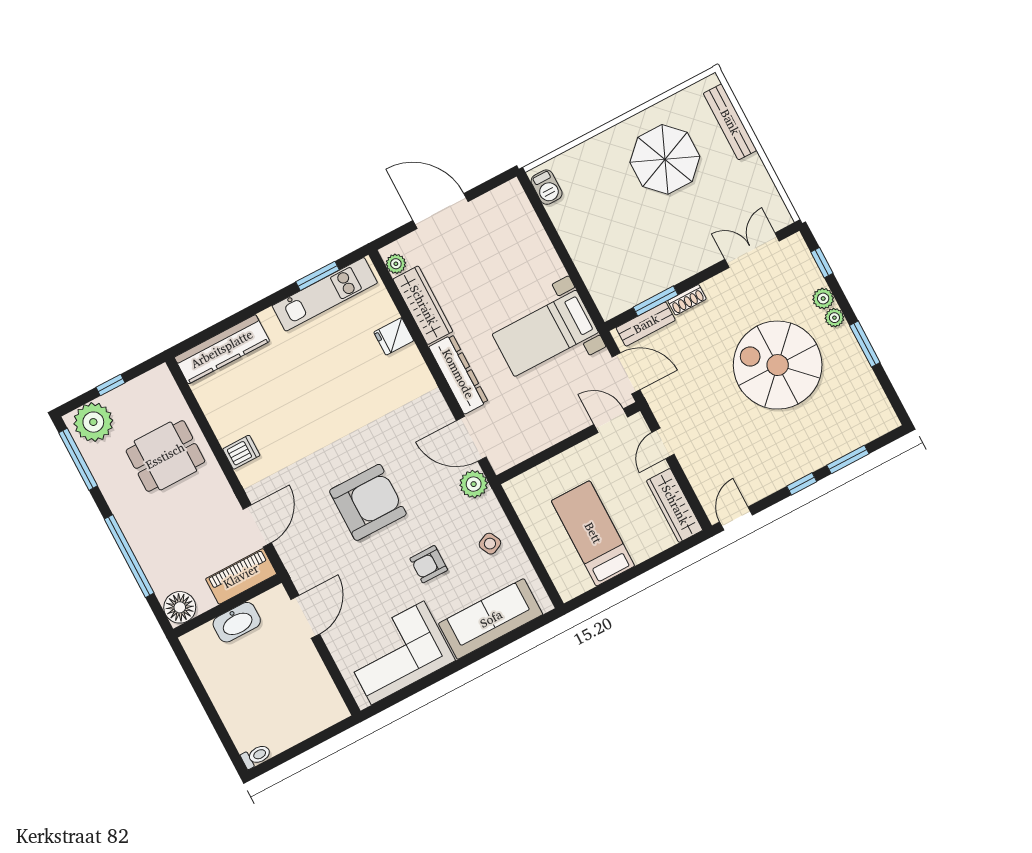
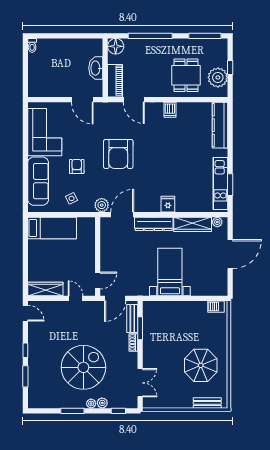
bench: (730, 122) -> (207, 403), width x0.73
bed with nightstands: (545, 333) -> (170, 272), moved
fridge: (394, 336) -> (168, 204), moved
plant: (93, 422) -> (218, 77), moved
bed: (593, 533) -> (52, 228), moved

